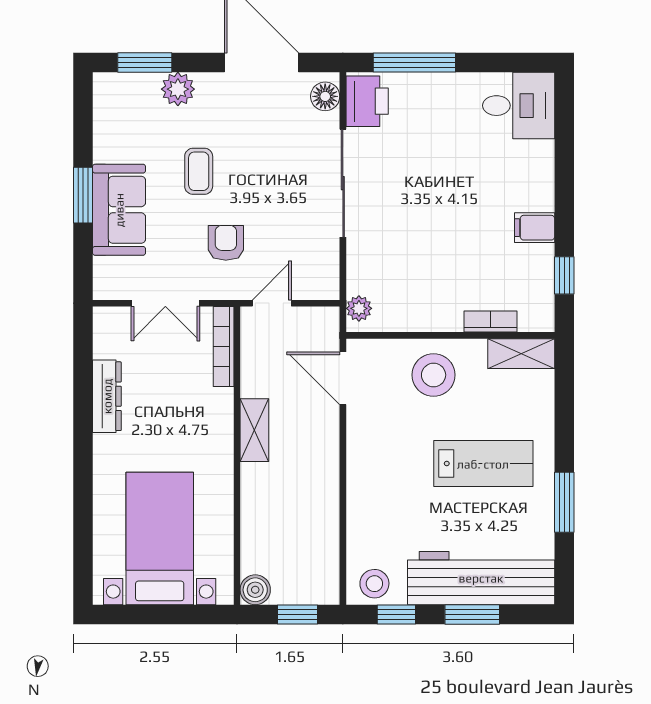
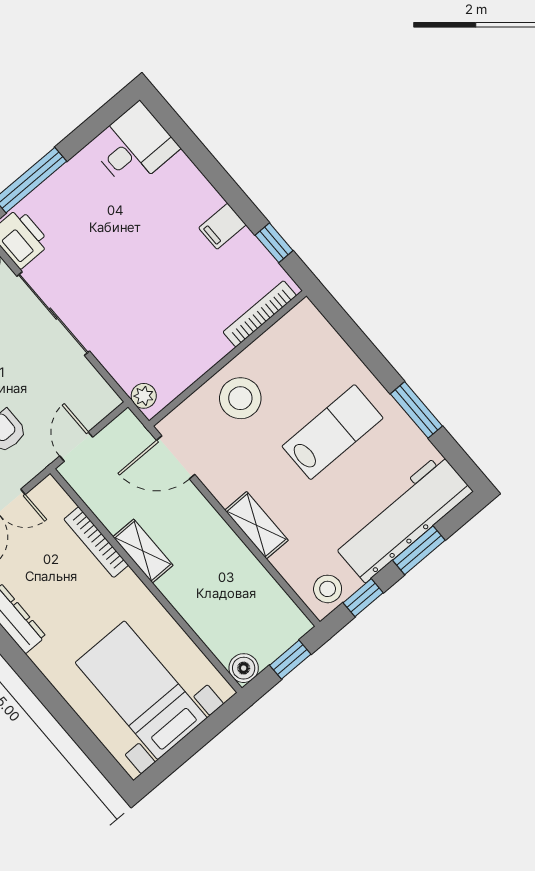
bookcase: (490, 322) -> (260, 314), width x1.56
bookcase: (224, 346) -> (96, 542), moved
shelving: (521, 354) -> (256, 525), moved, turned 90

